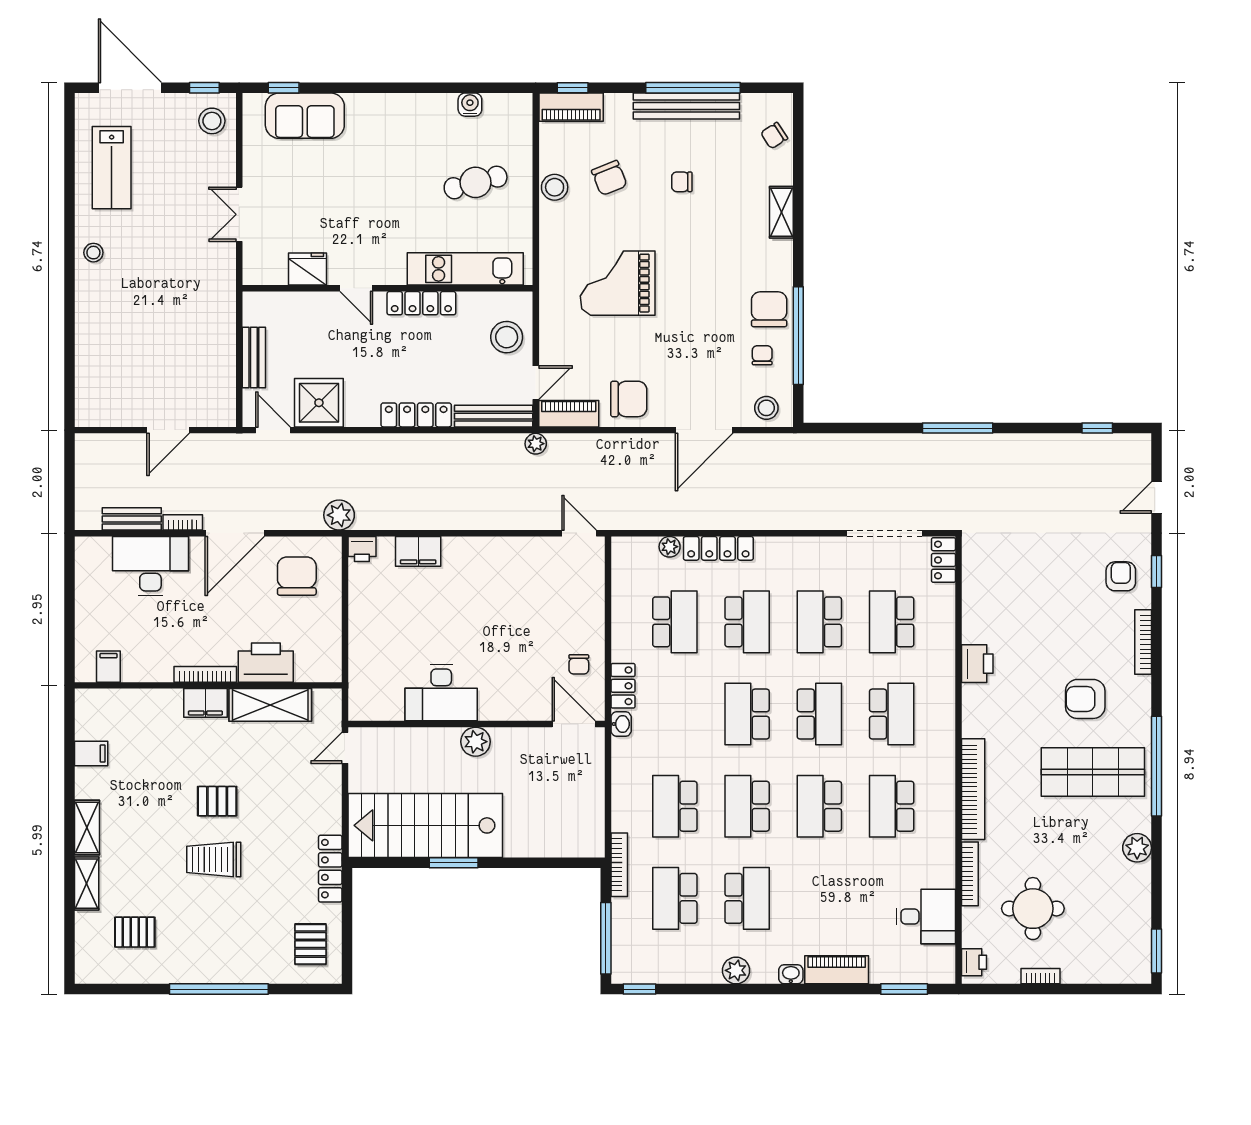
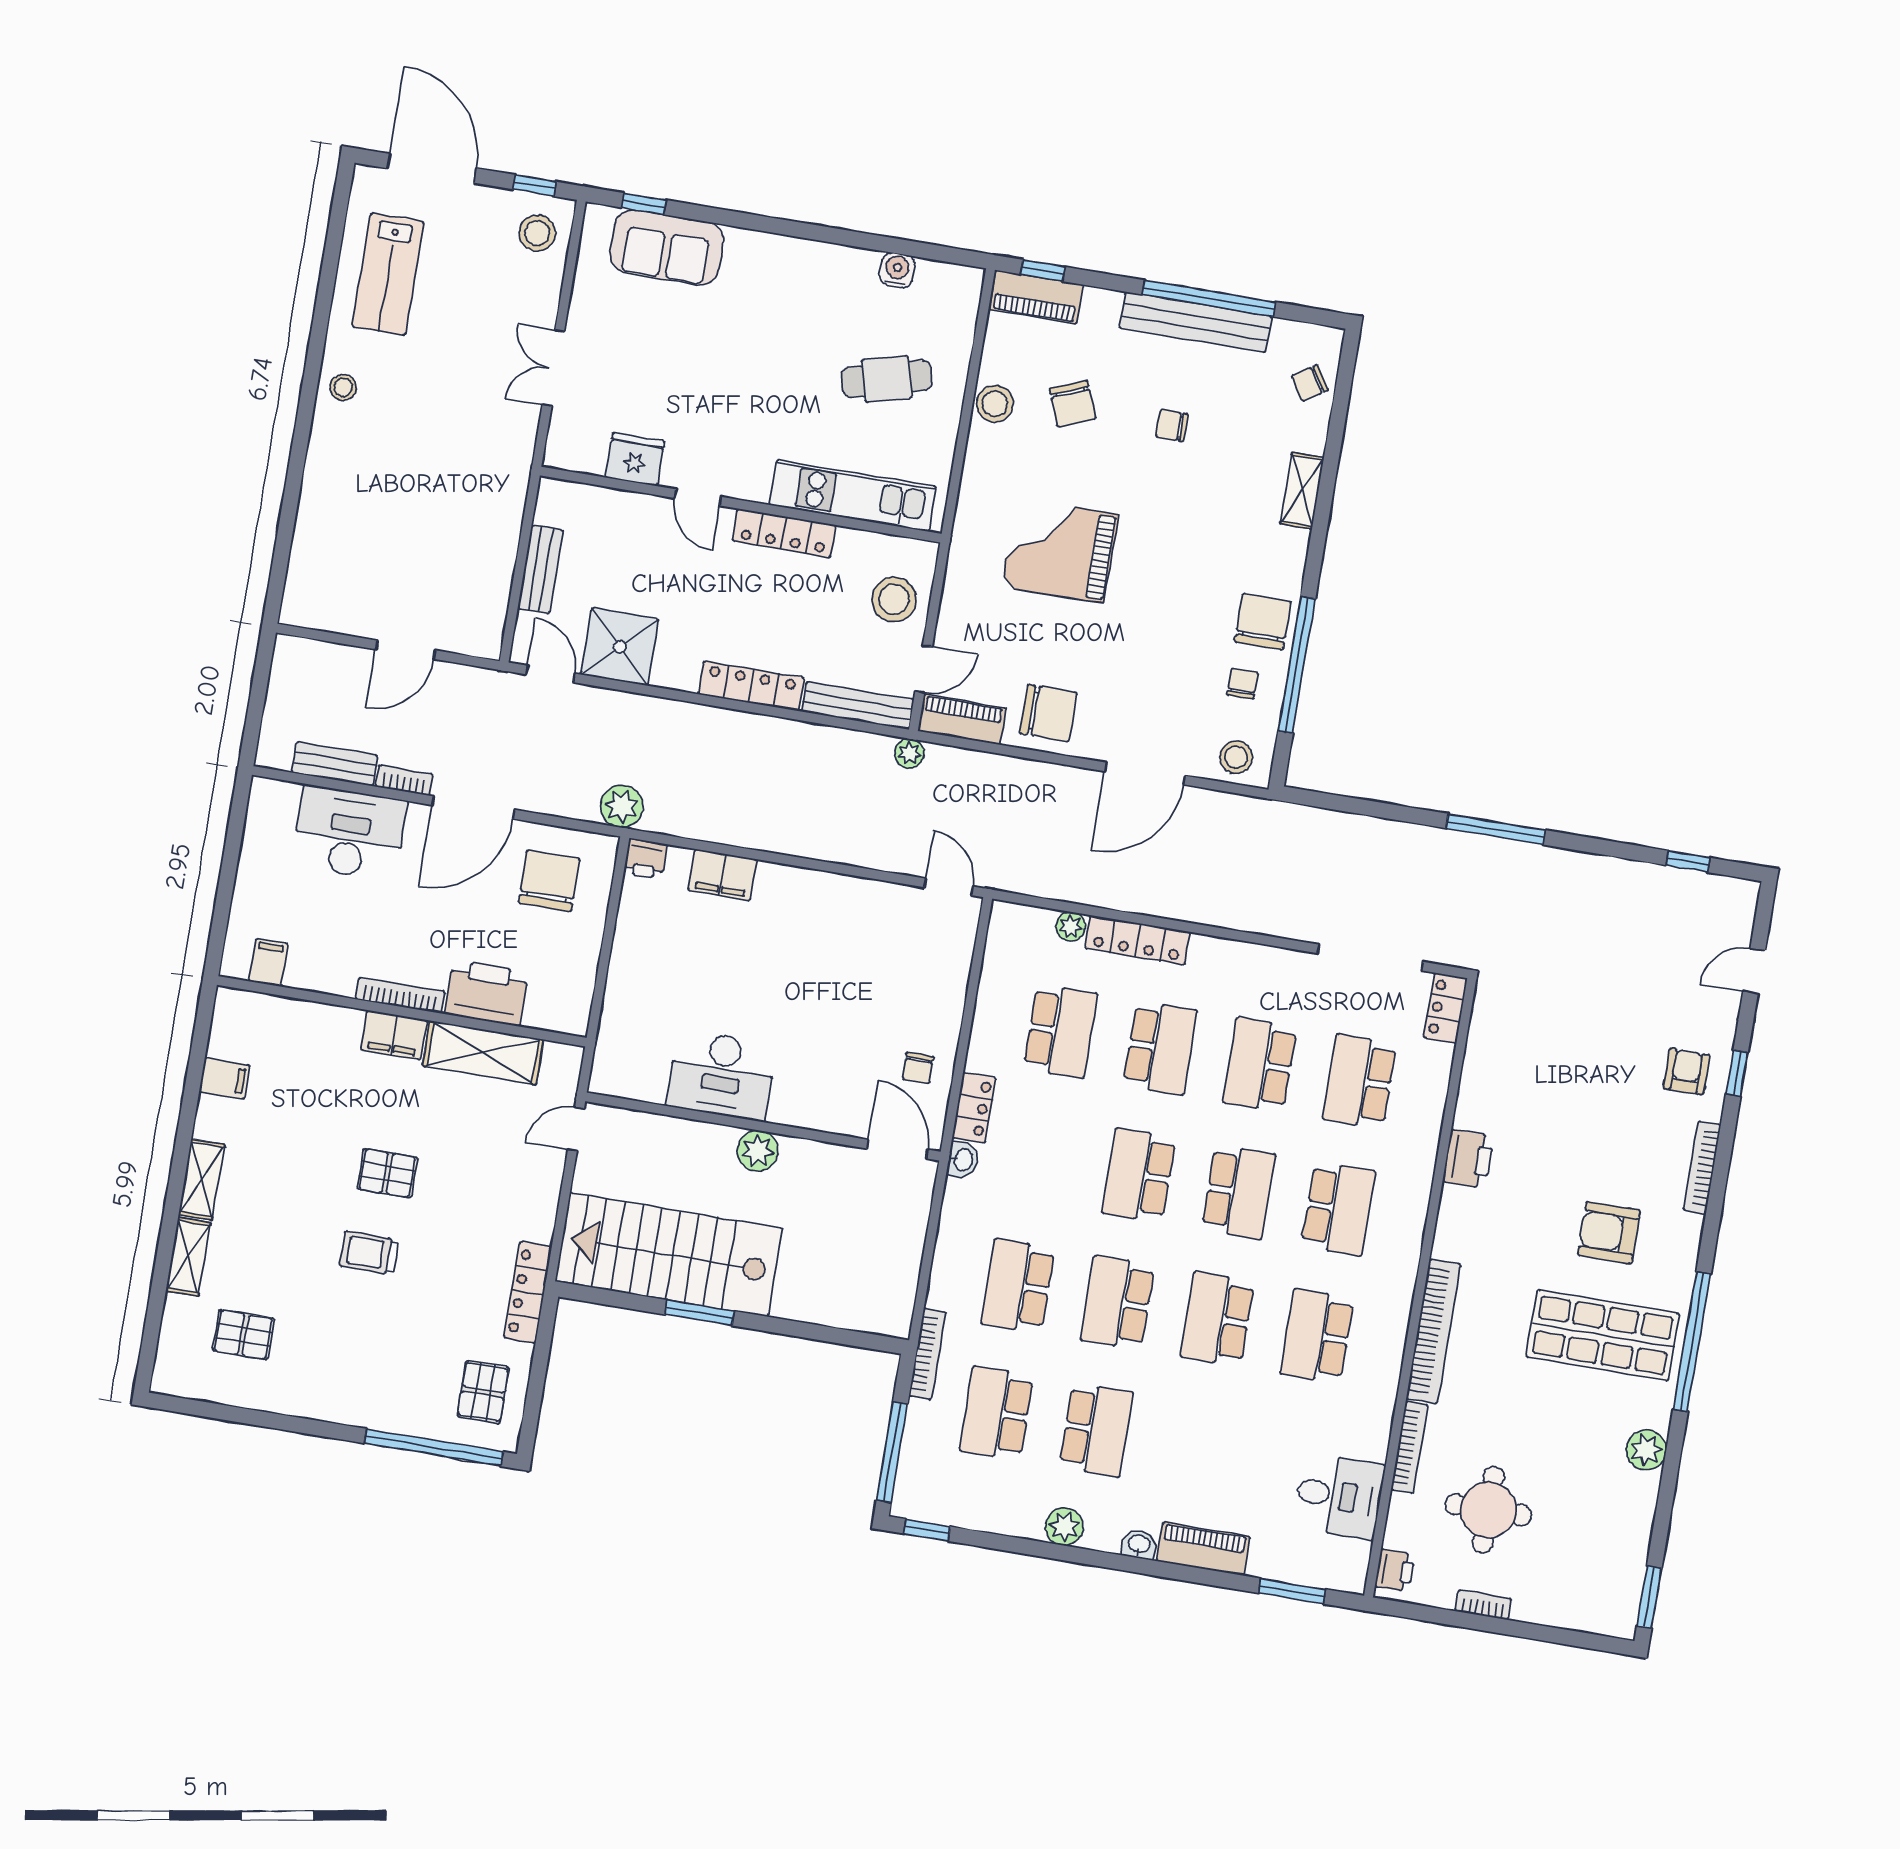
trolley: (214, 859) -> (369, 1253), width x0.73, depth x0.72
window: (219, 989) -> (434, 1448), moved

